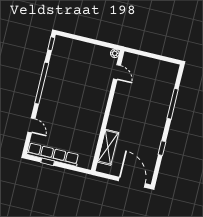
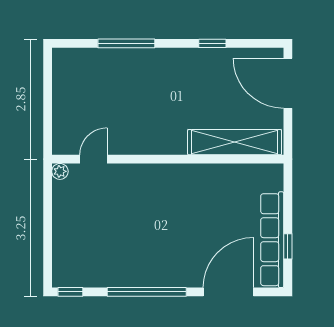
door: (31, 125) -> (228, 292), width x1.88
shelving: (108, 147) -> (235, 142), width x1.47
door: (132, 182) -> (288, 83), hinge flipped

